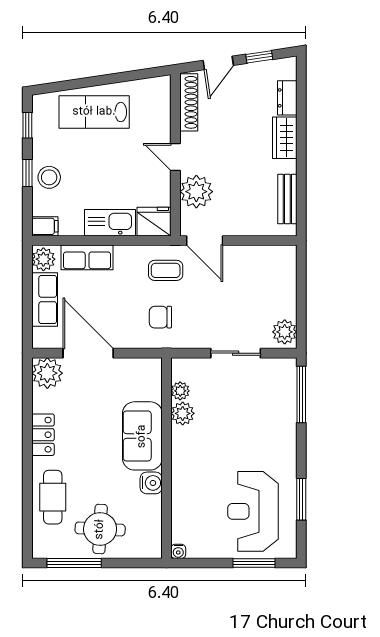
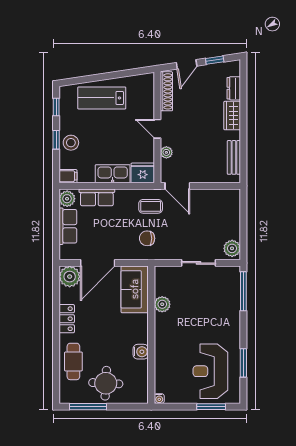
plant: (196, 192) -> (166, 152), width x0.53, depth x0.53
door: (88, 353) -> (98, 263), swing flipped
plant: (180, 391) -> (161, 289), removed
sofa: (142, 436) -> (135, 289), moved

